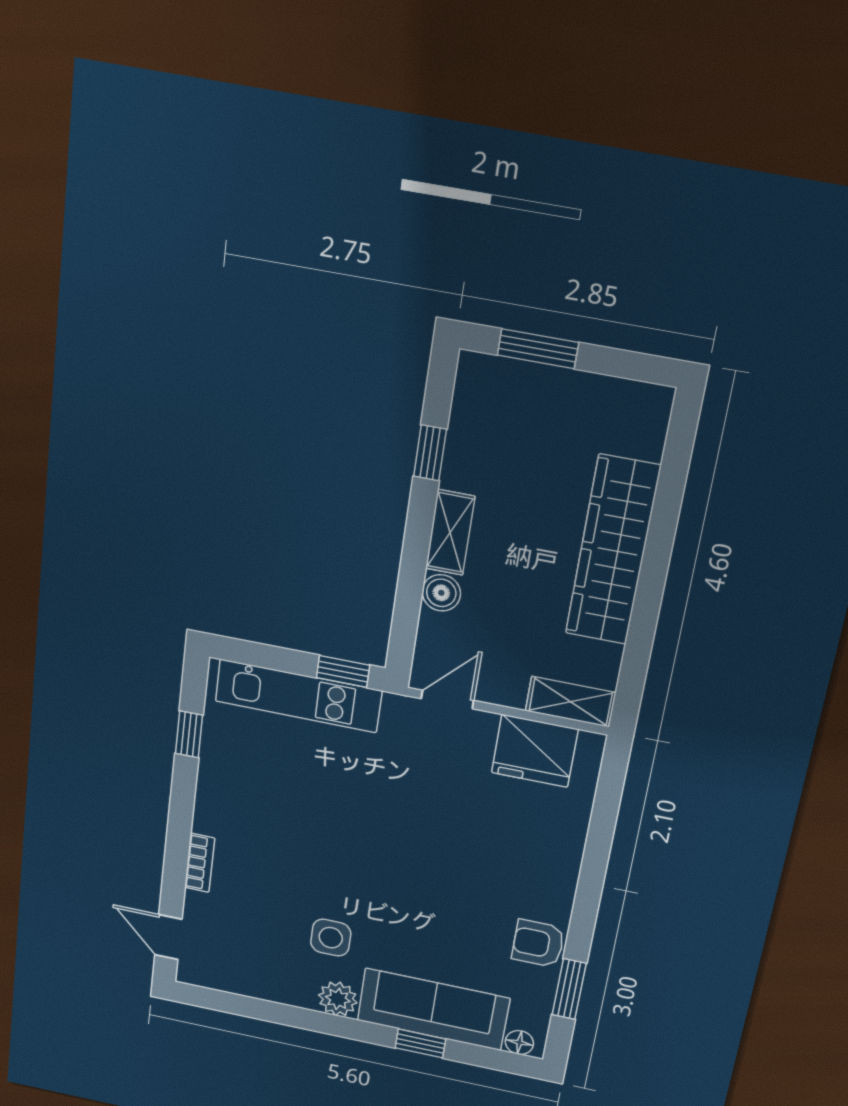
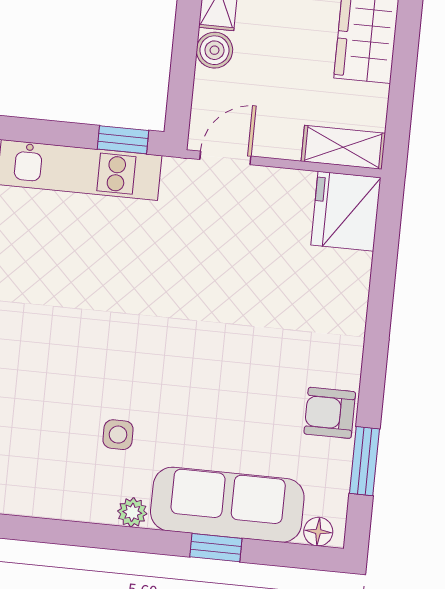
fridge: (535, 751) -> (346, 211), moved, turned 90
side table: (331, 938) -> (118, 435), width x0.73, depth x0.73
plant: (338, 999) -> (132, 512), width x0.73, depth x0.73

